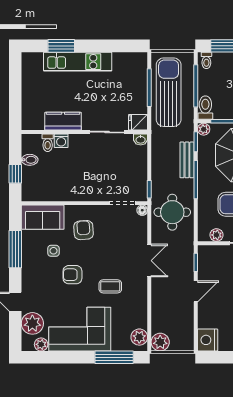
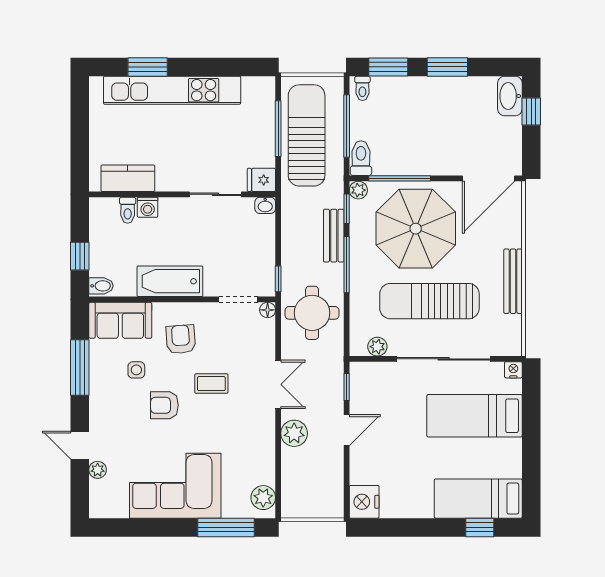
kitchen unit: (78, 62) -> (172, 90), width x1.36
kitchen counter: (63, 121) -> (128, 178), moved
bidet: (30, 160) -> (101, 286), moved
bathtub: (76, 191) -> (170, 281), added
coffee table: (110, 286) -> (211, 384), moved
plant: (32, 323) -> (98, 470), width x0.53, depth x0.53
plant: (160, 342) -> (294, 433), moved
plant: (41, 344) -> (118, 509), removed

